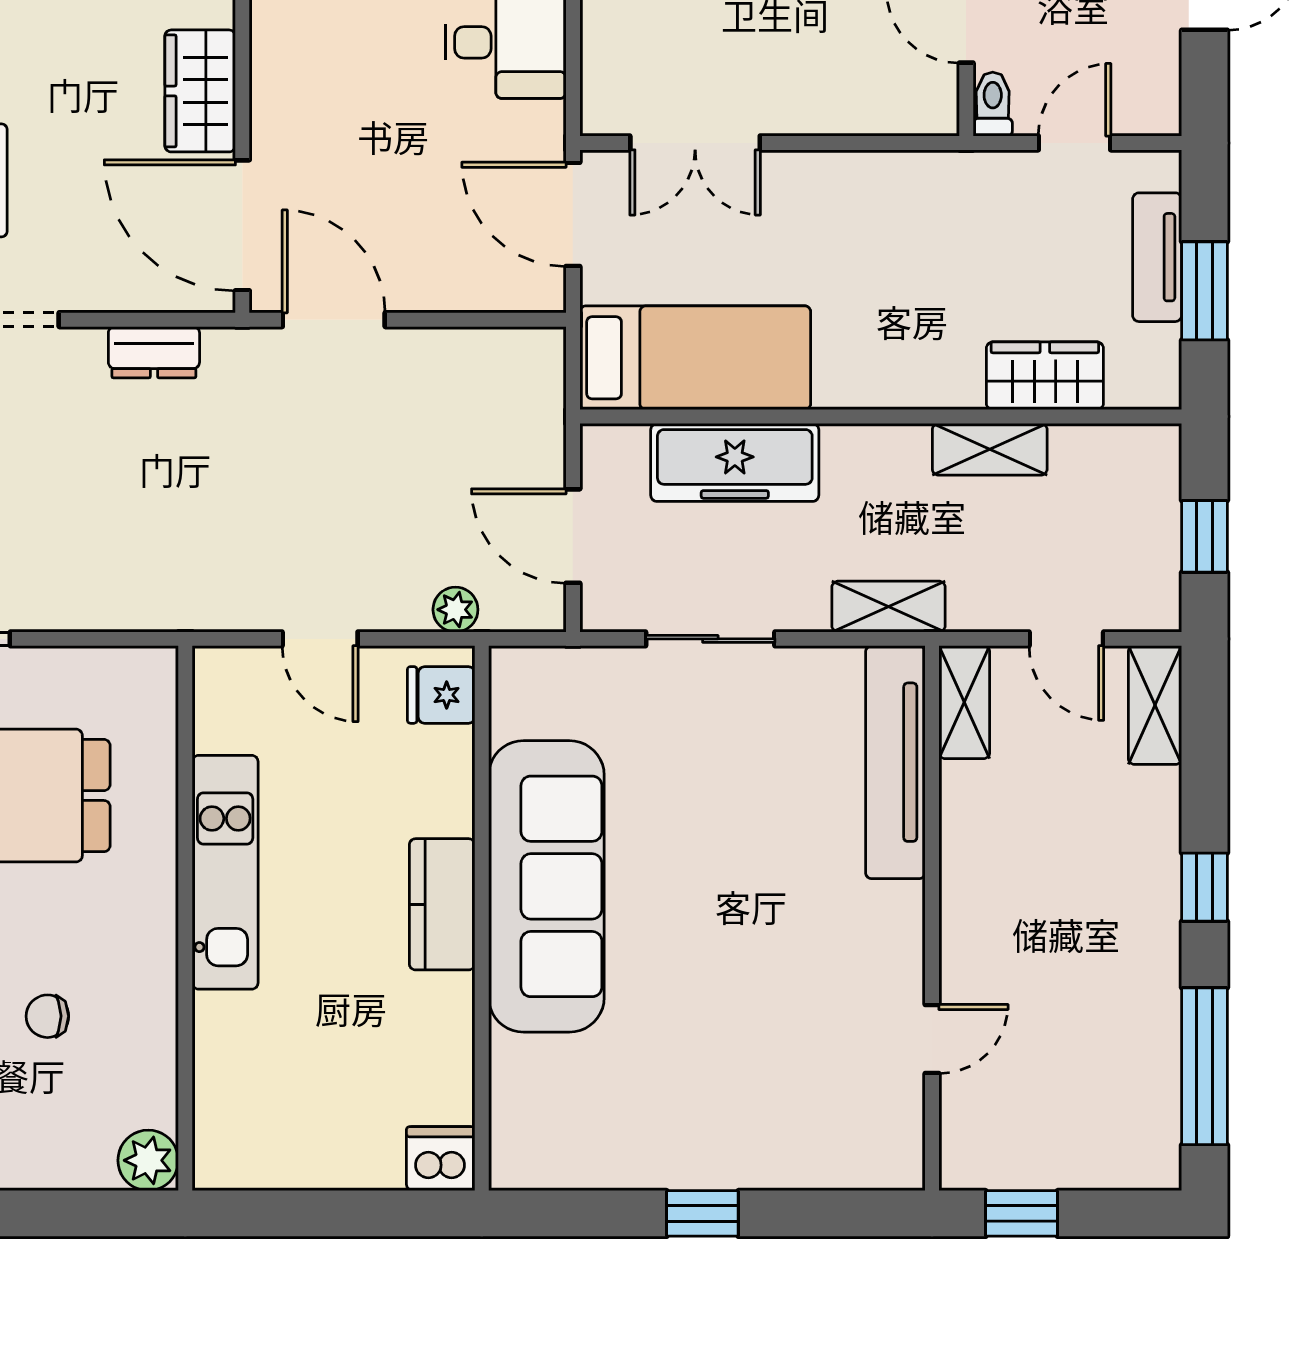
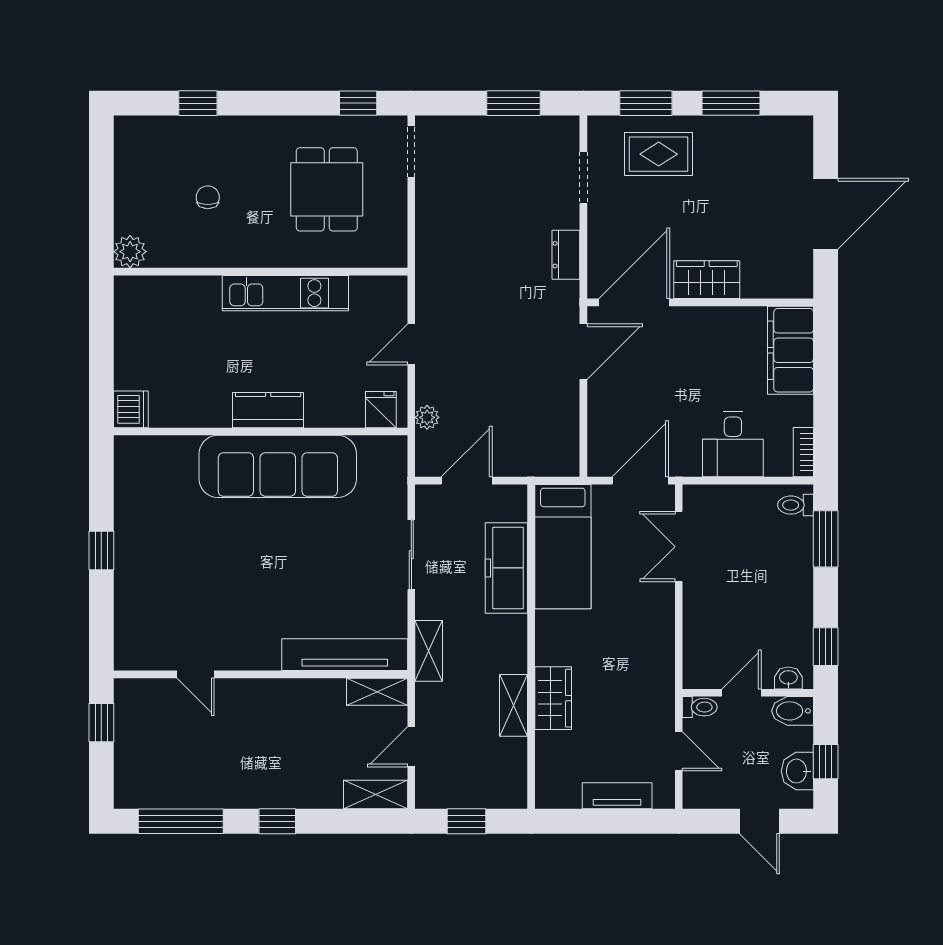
window: (1204, 291) -> (599, 821), removed
wardrobe: (1045, 376) -> (553, 698), moved

